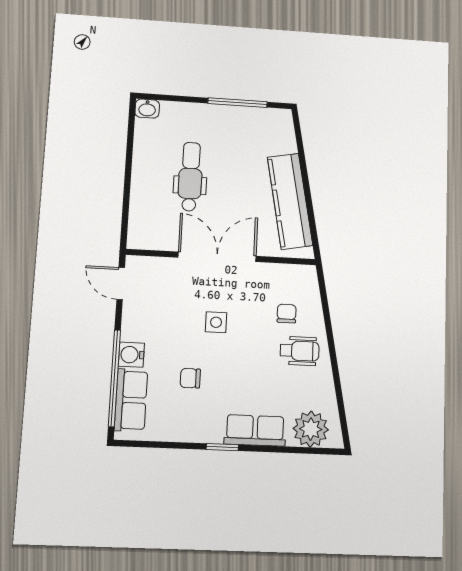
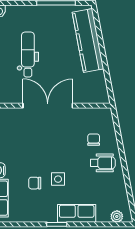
kitchen counter: (290, 201) -> (88, 41), moved
side table: (216, 322) -> (58, 179), moved
plant: (311, 429) -> (117, 216), width x0.53, depth x0.53

